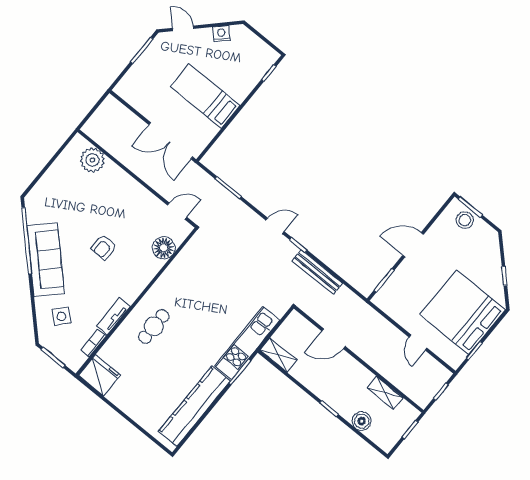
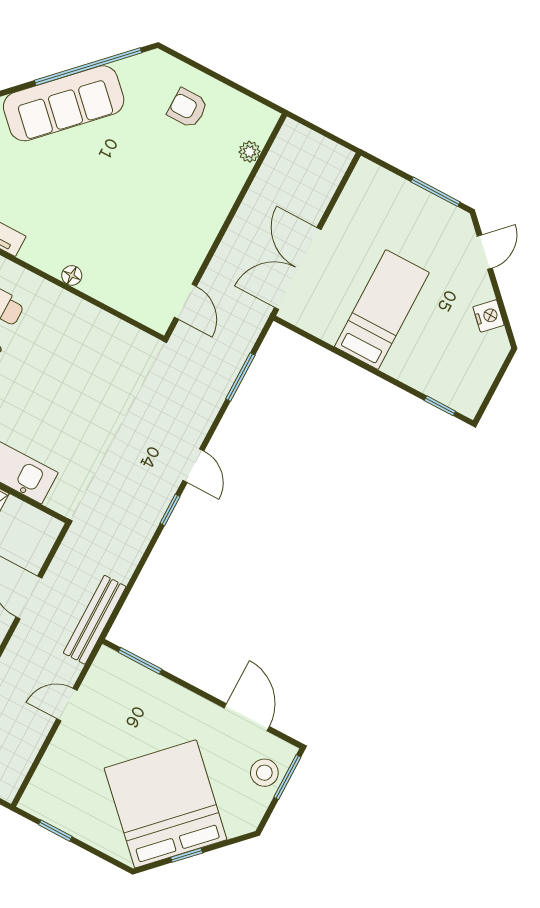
plant: (92, 160) -> (250, 152), width x0.53, depth x0.53
door: (413, 245) -> (247, 717), moved
armchair: (104, 247) -> (187, 108), moved
floor lamp: (164, 248) -> (72, 275), moved, width x0.53, depth x0.53
bench: (317, 272) -> (95, 620), moved
bed: (463, 312) -> (165, 804), moved, turned -45
door: (418, 343) -> (67, 705), moved

